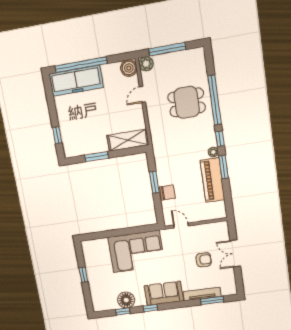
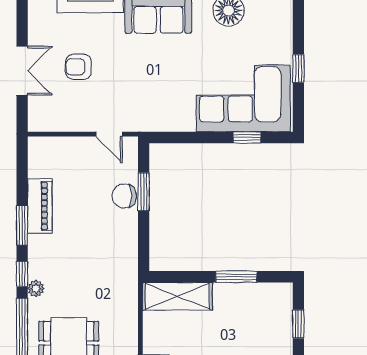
plant: (213, 152) -> (36, 289), moved
piano: (212, 180) -> (40, 206), width x0.73, depth x0.75
window: (154, 182) -> (144, 192), moved
window: (104, 234) -> (247, 138), added
corner sofa: (136, 251) -> (243, 99), moved

